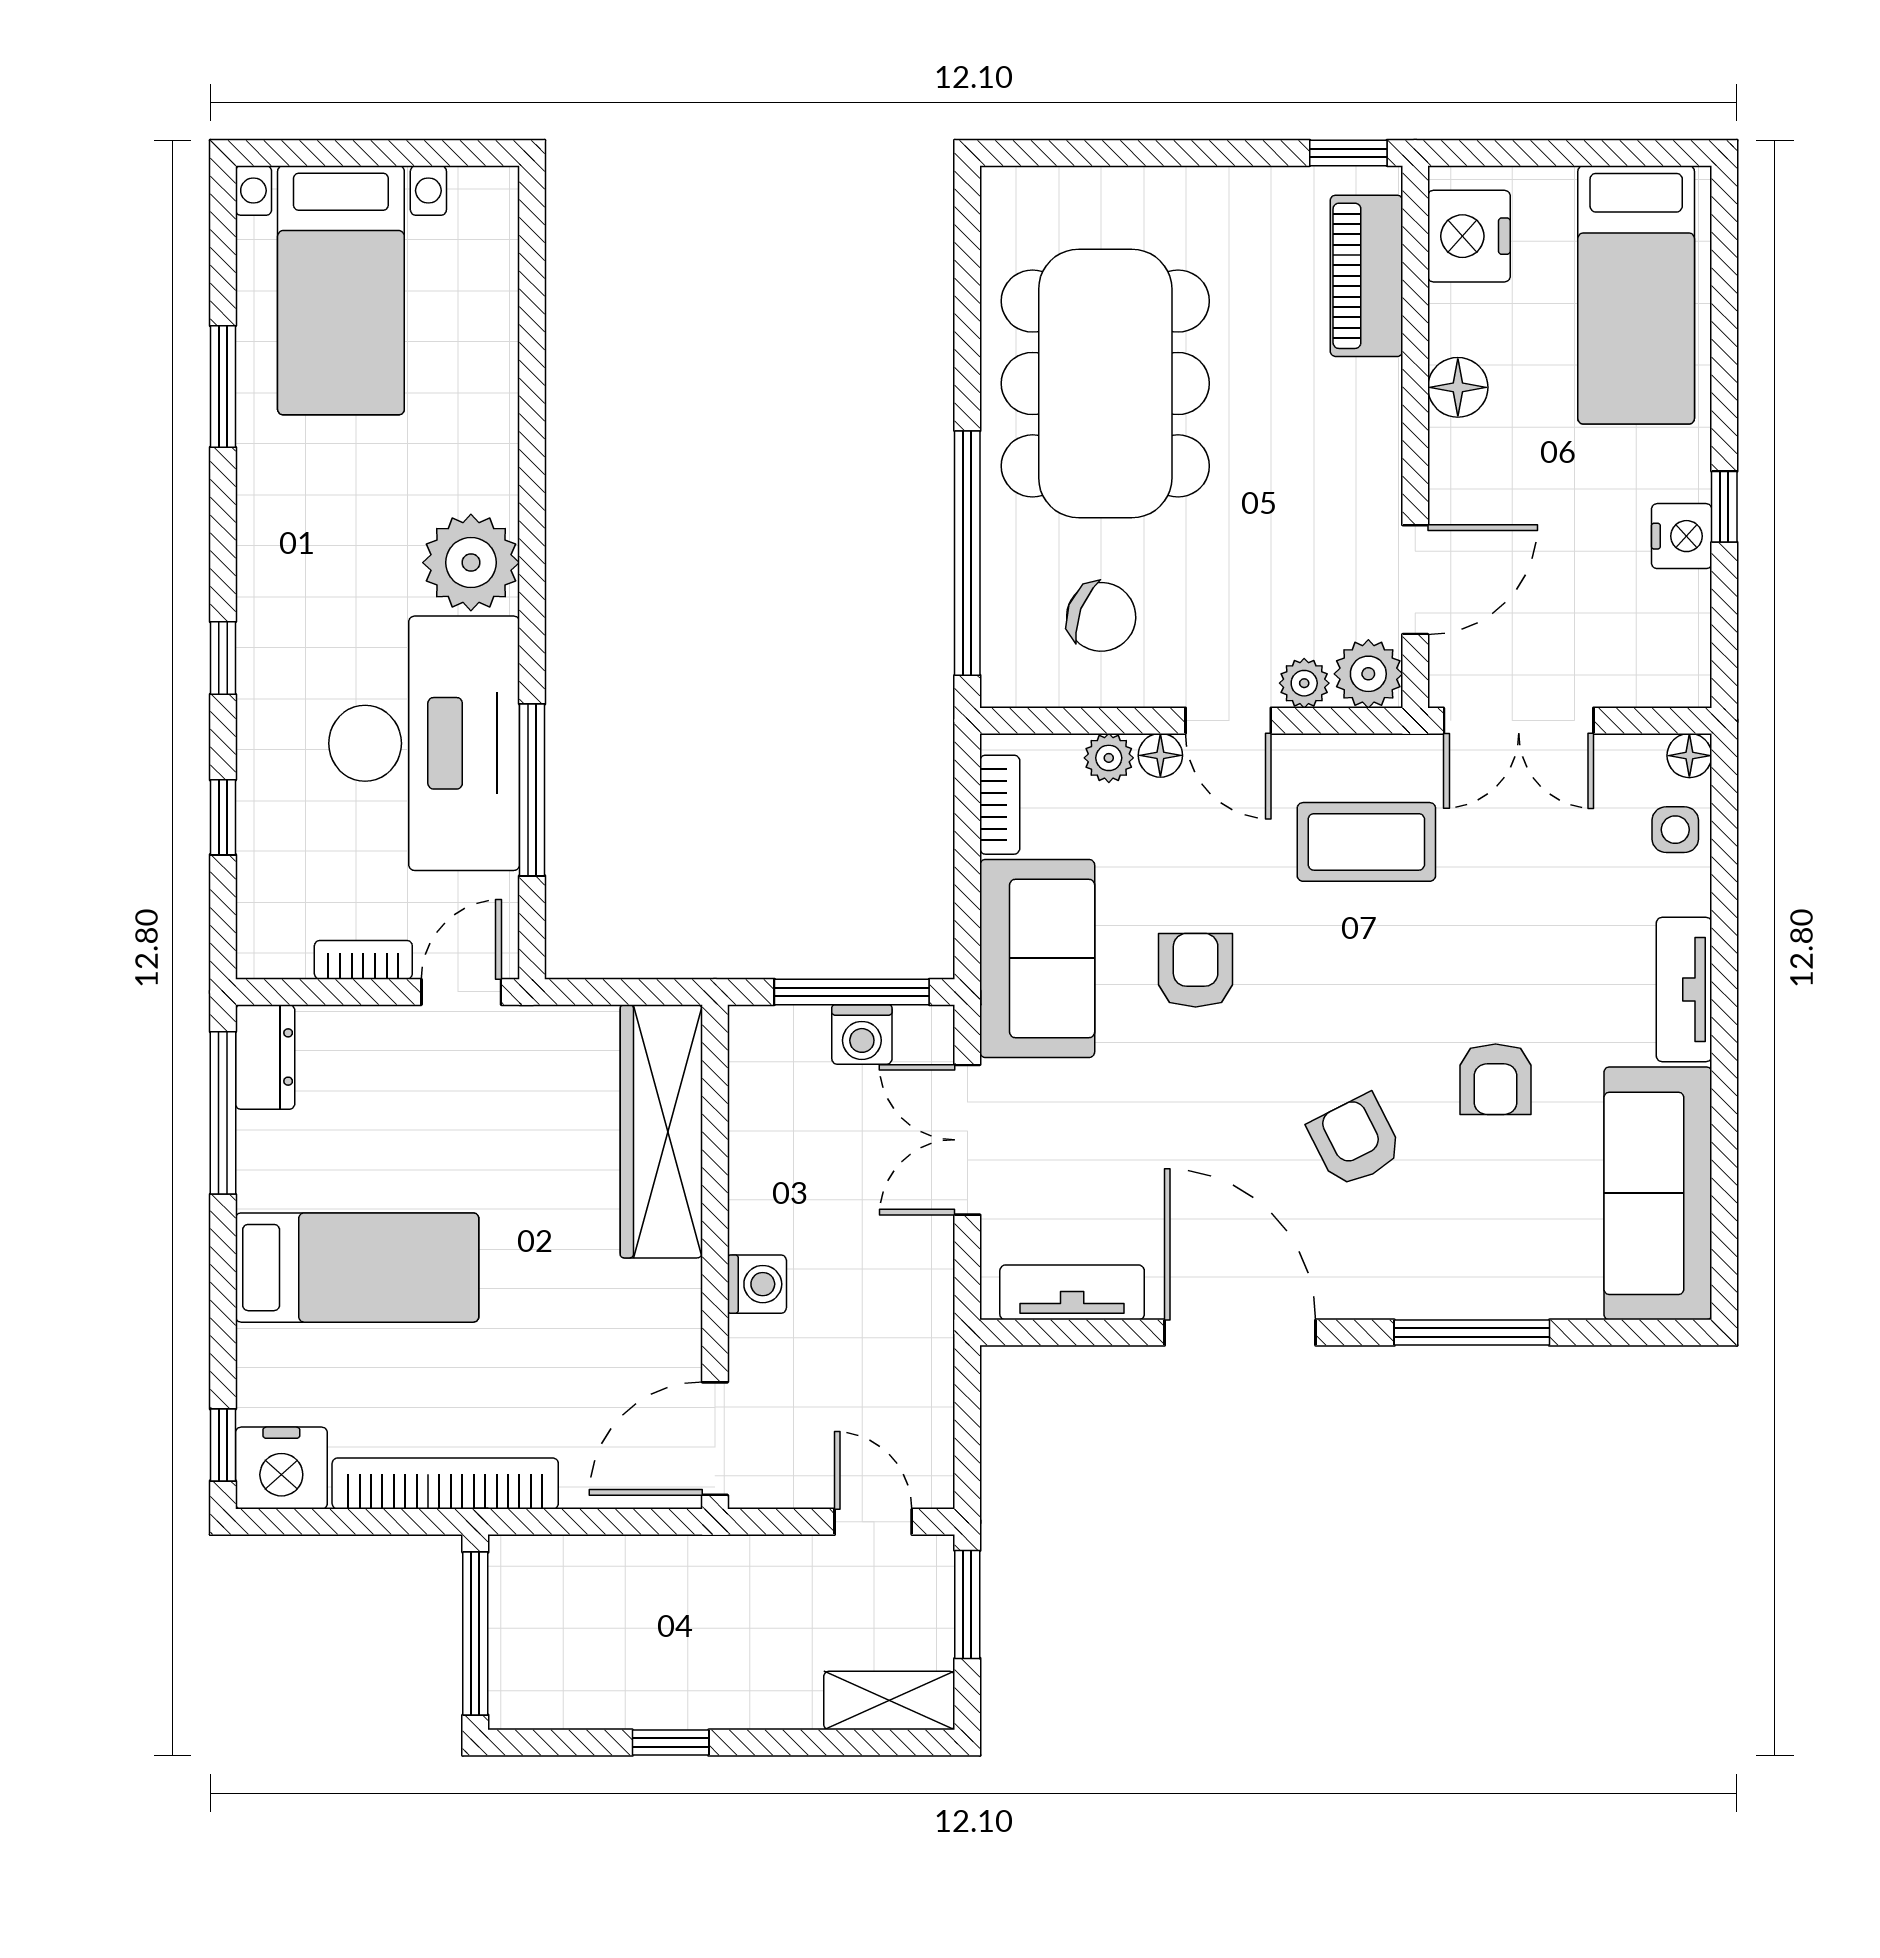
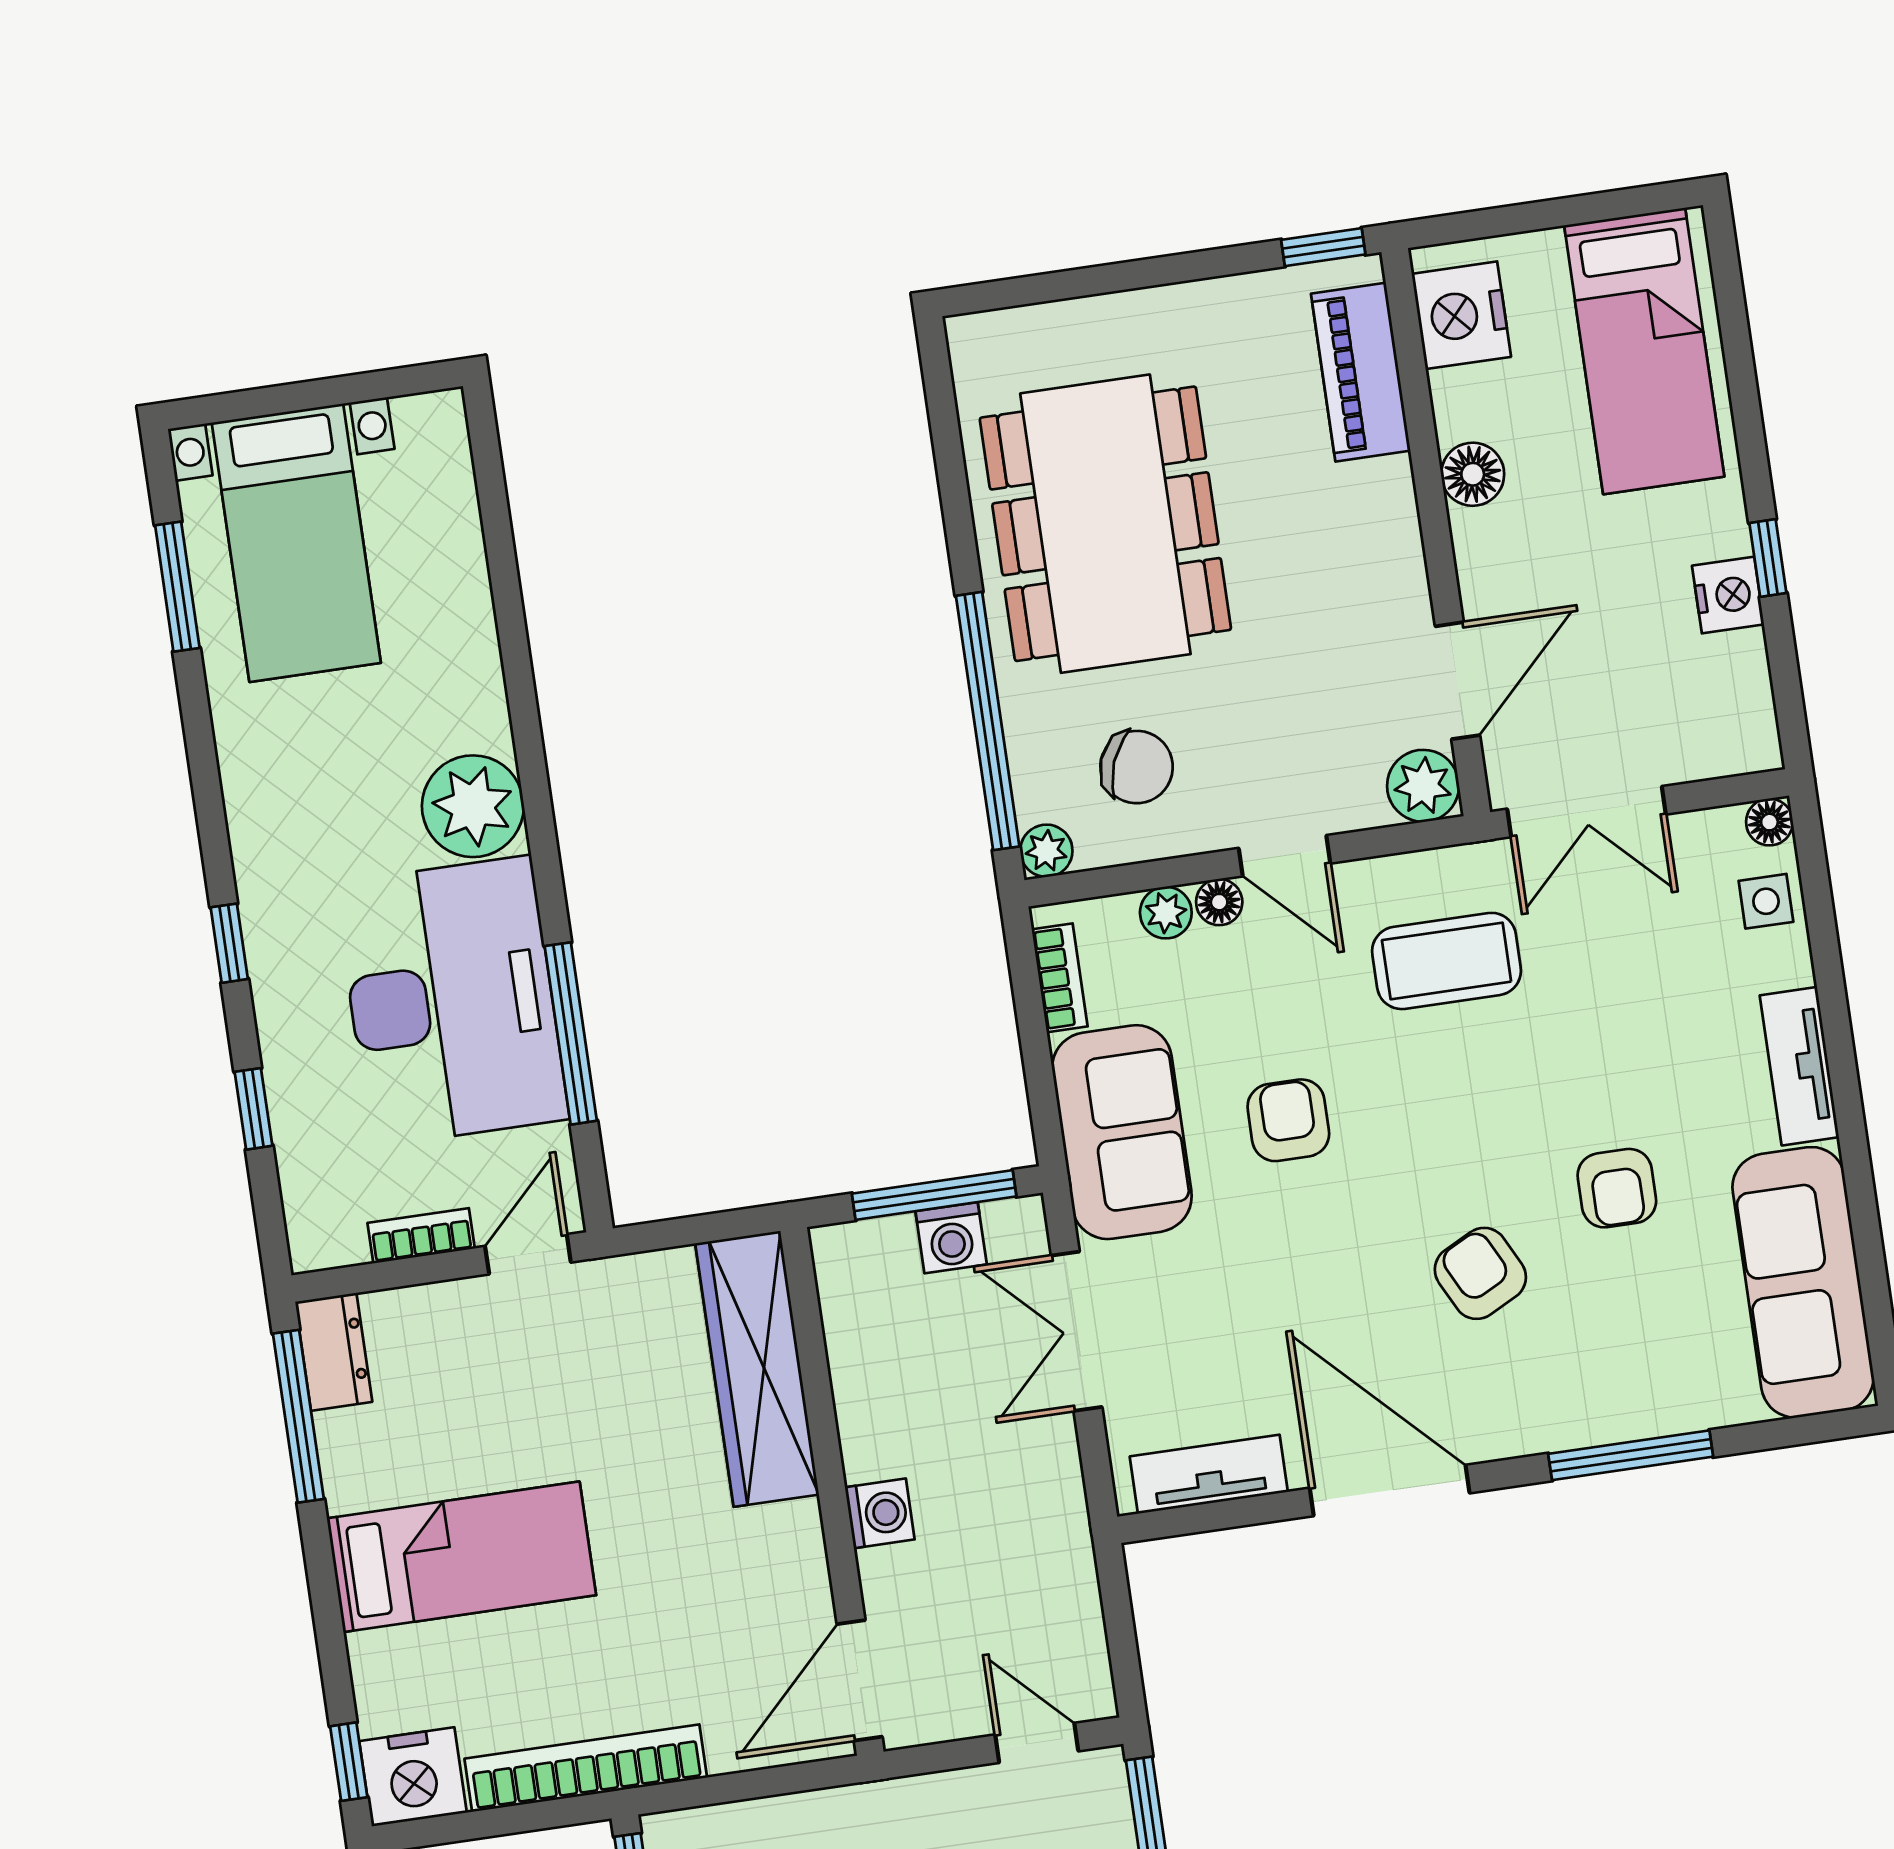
window: (223, 386) -> (177, 587), moved
plant: (1304, 683) -> (1046, 851), moved

